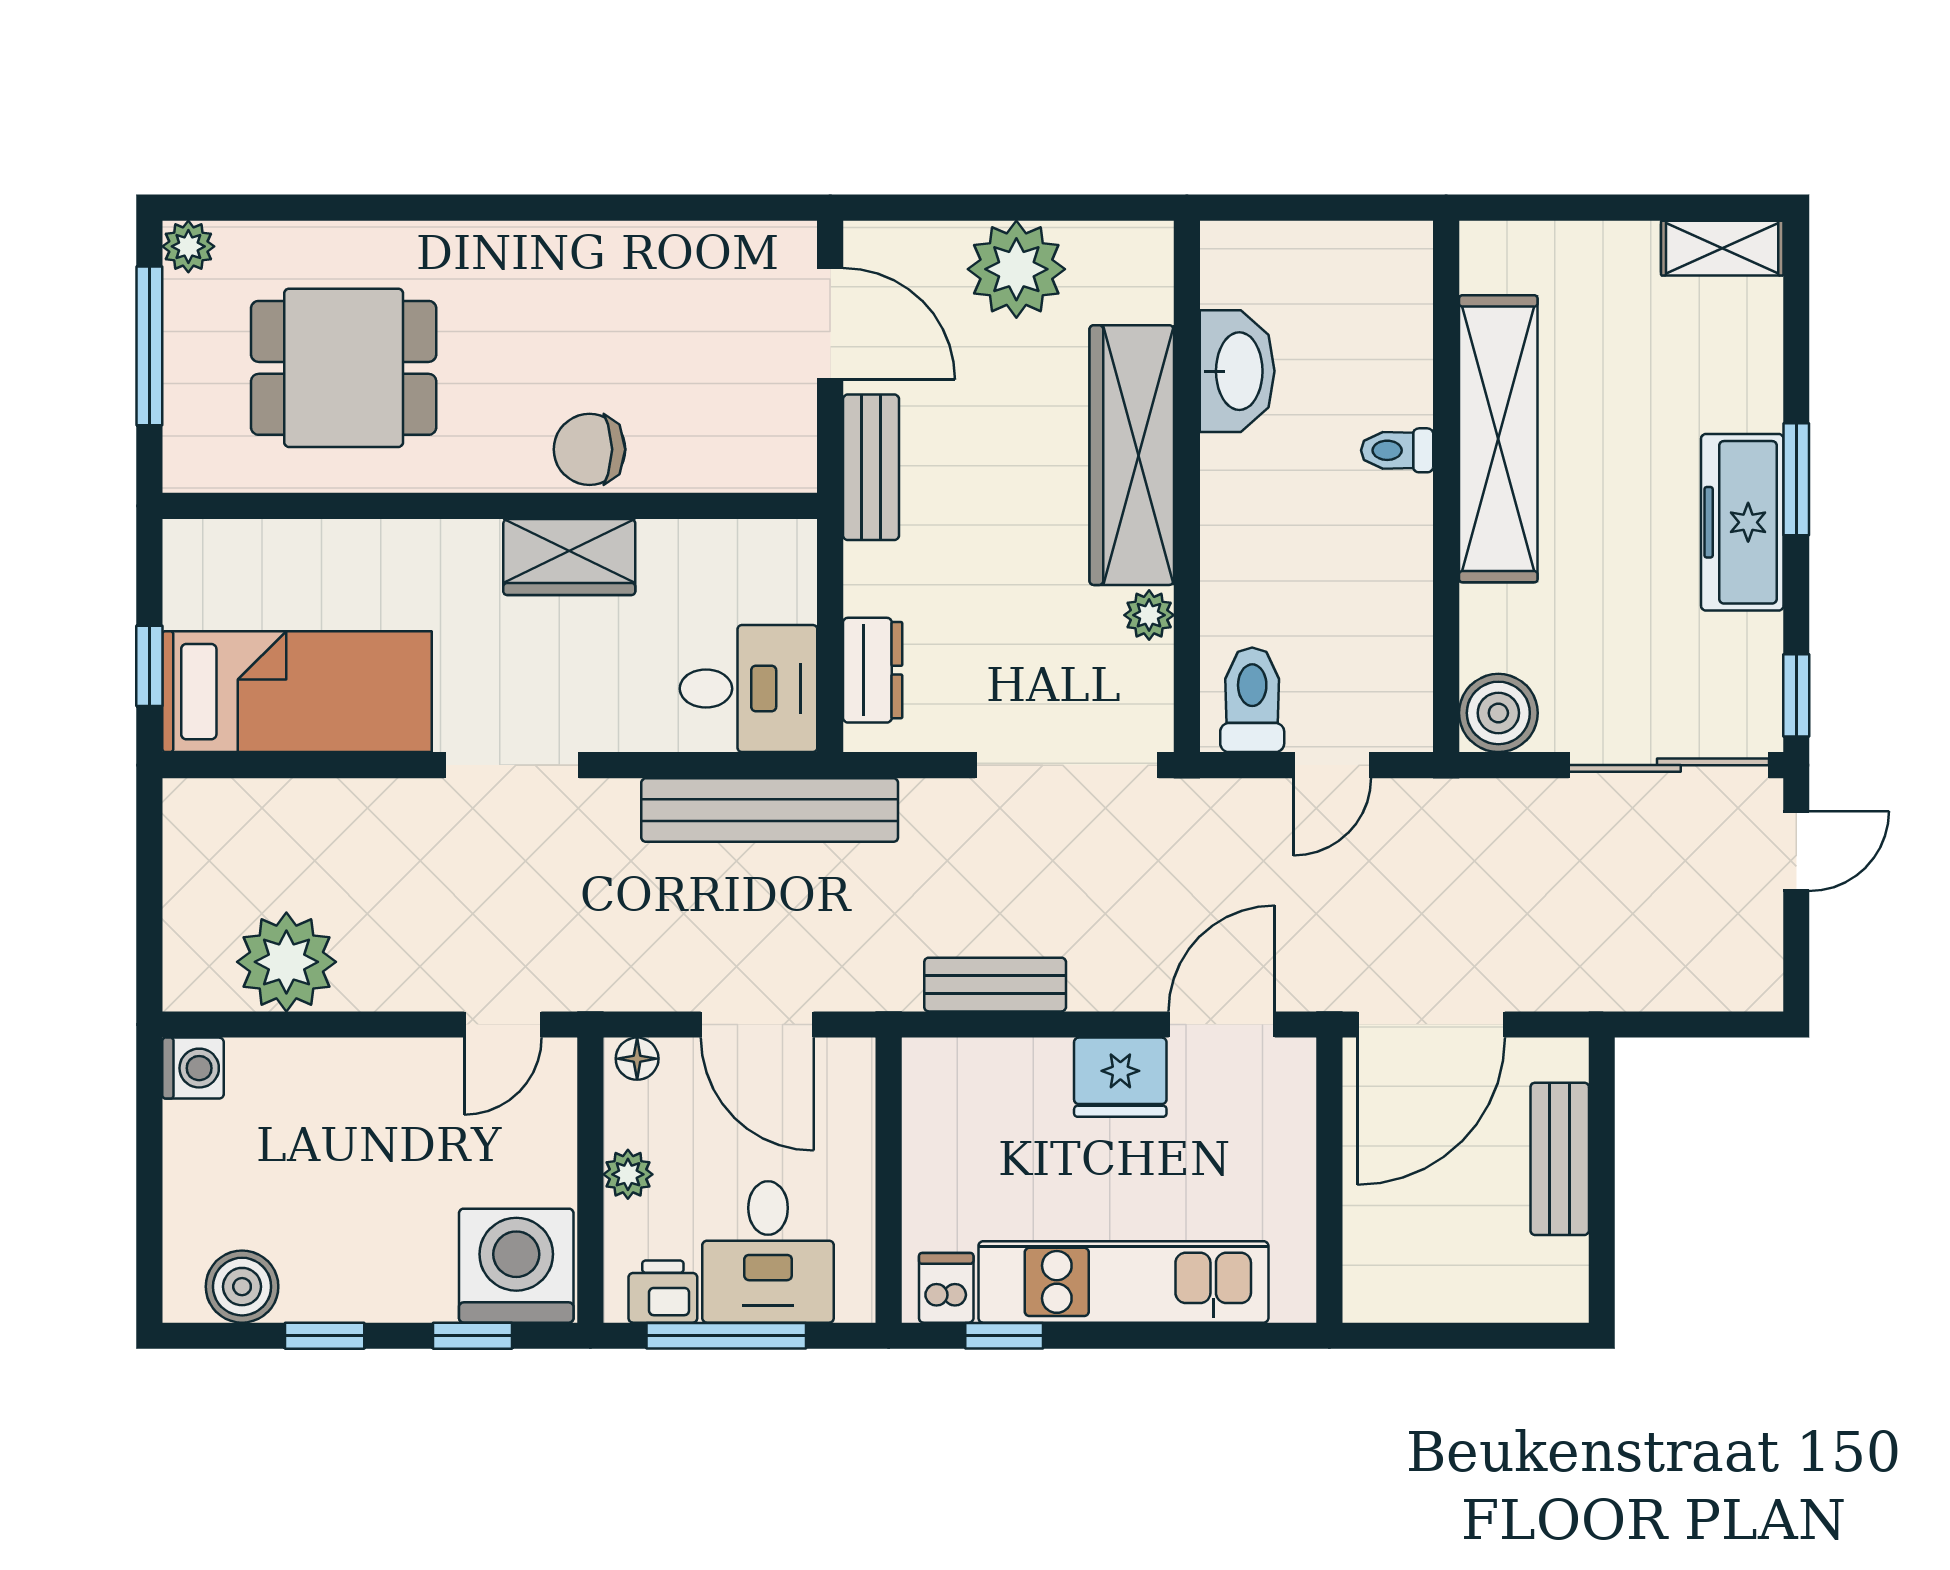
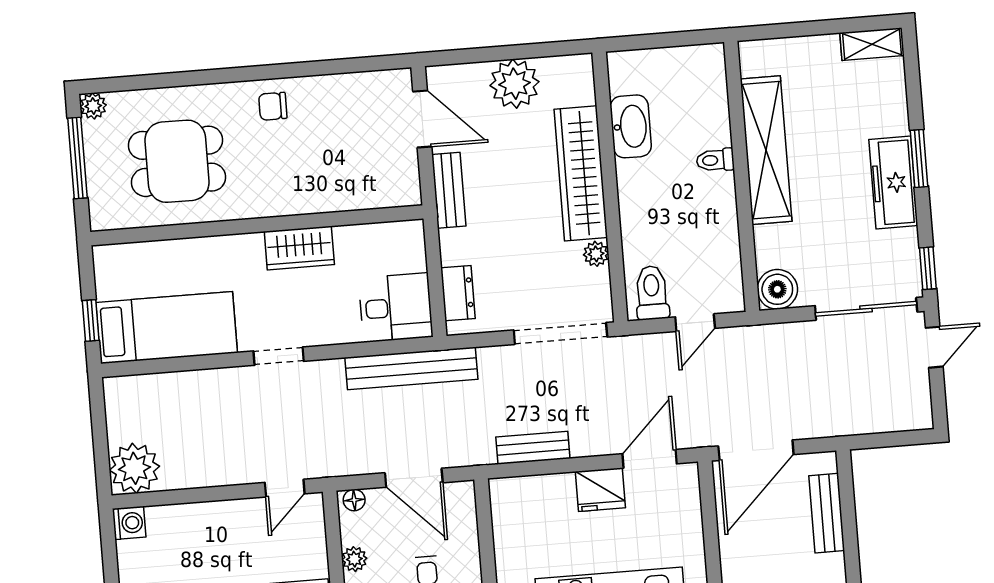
chair: (589, 449) -> (273, 106), moved, width x0.73, depth x0.73
doorway: (512, 765) -> (279, 356), width x0.73
plant: (286, 962) -> (134, 468), moved

